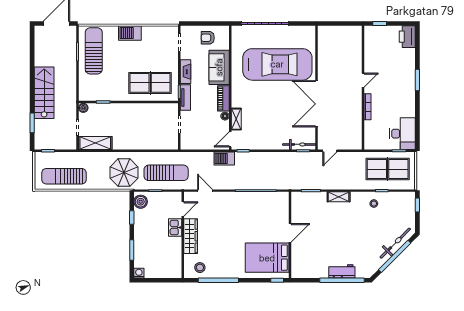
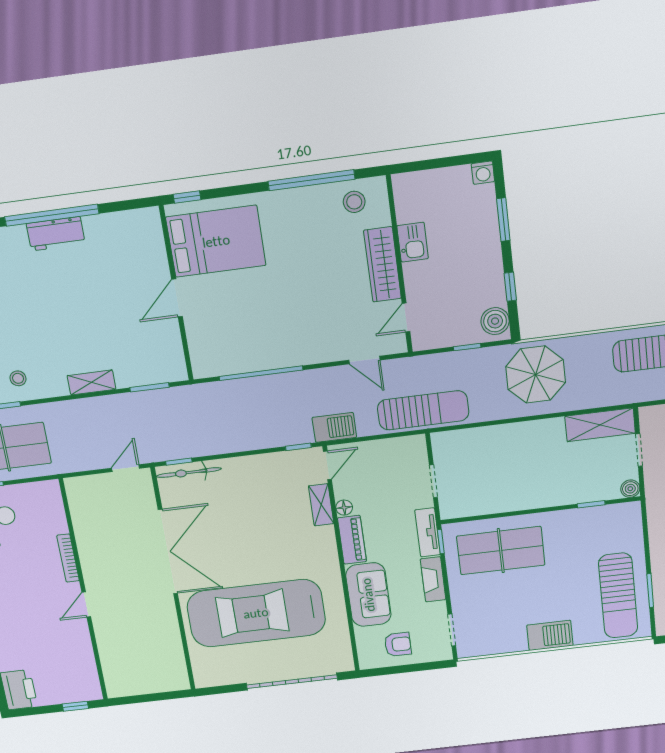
sun lounger: (166, 173) -> (423, 410), moved, turned 180
kitchen sink: (175, 227) -> (413, 242), moved

